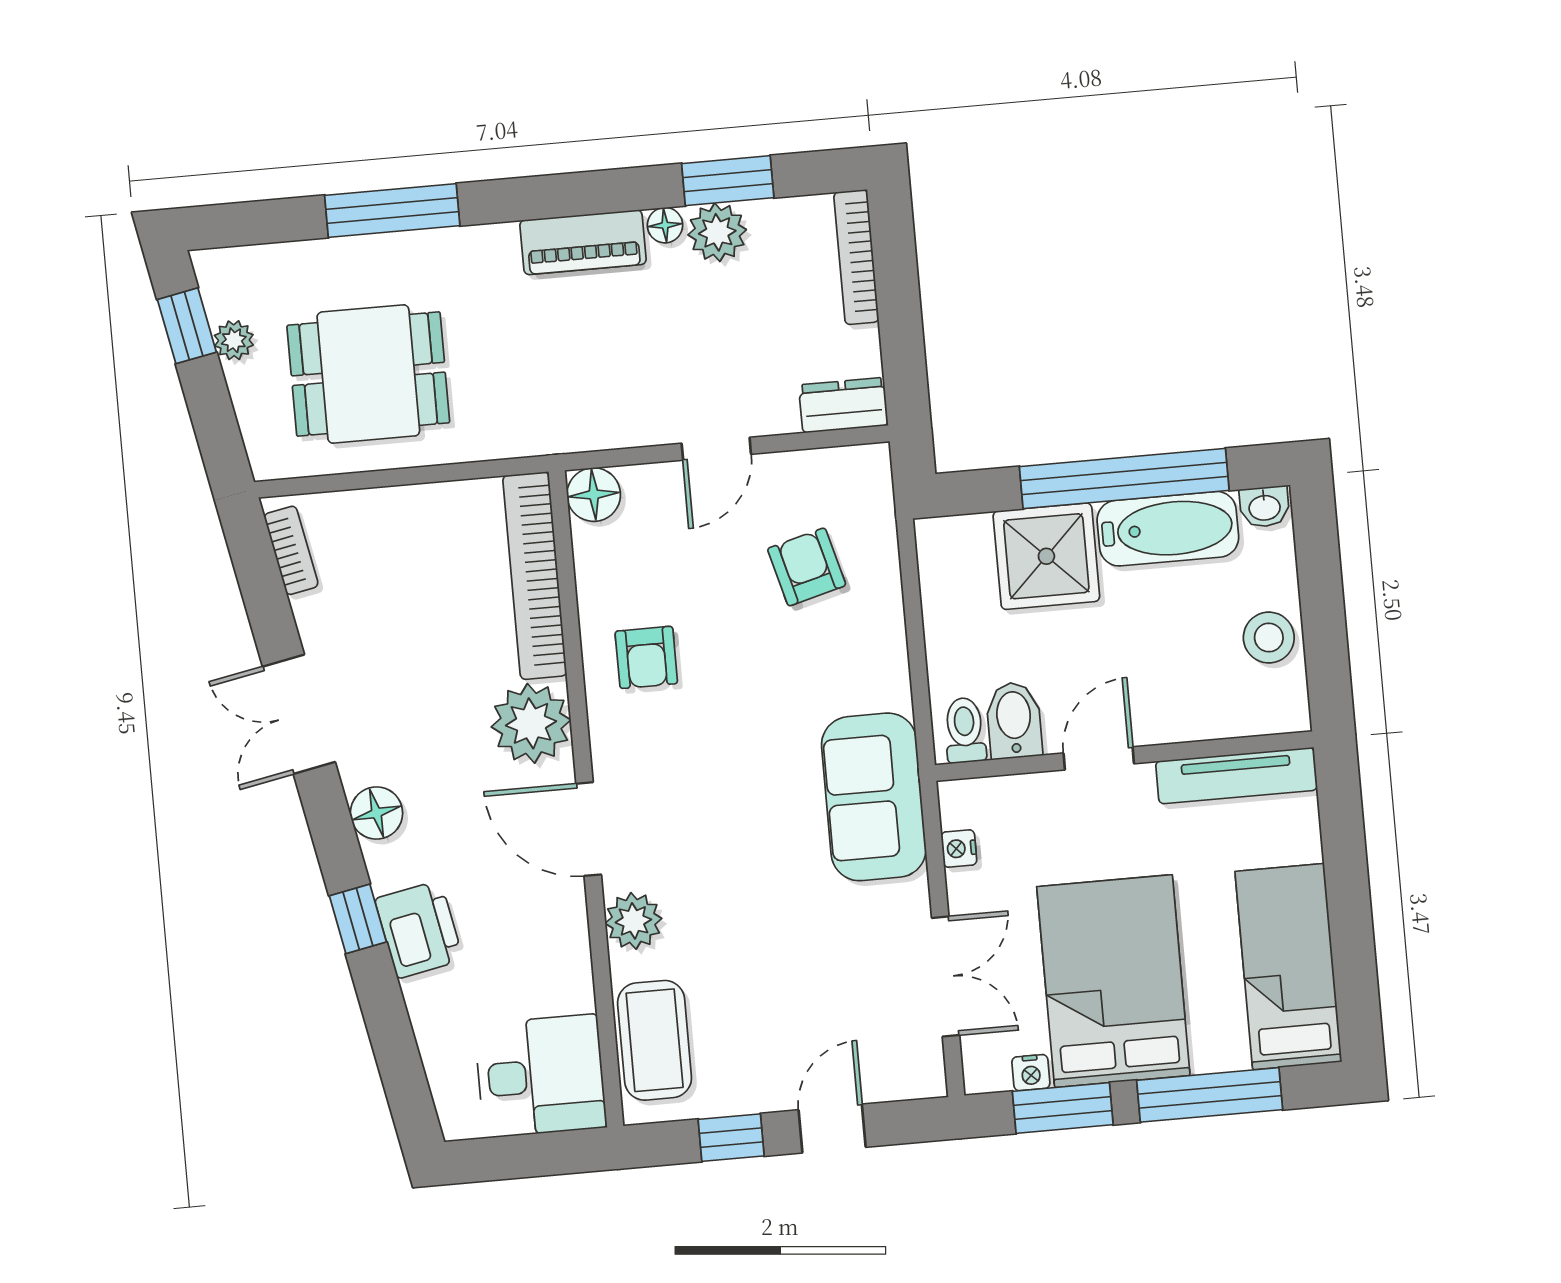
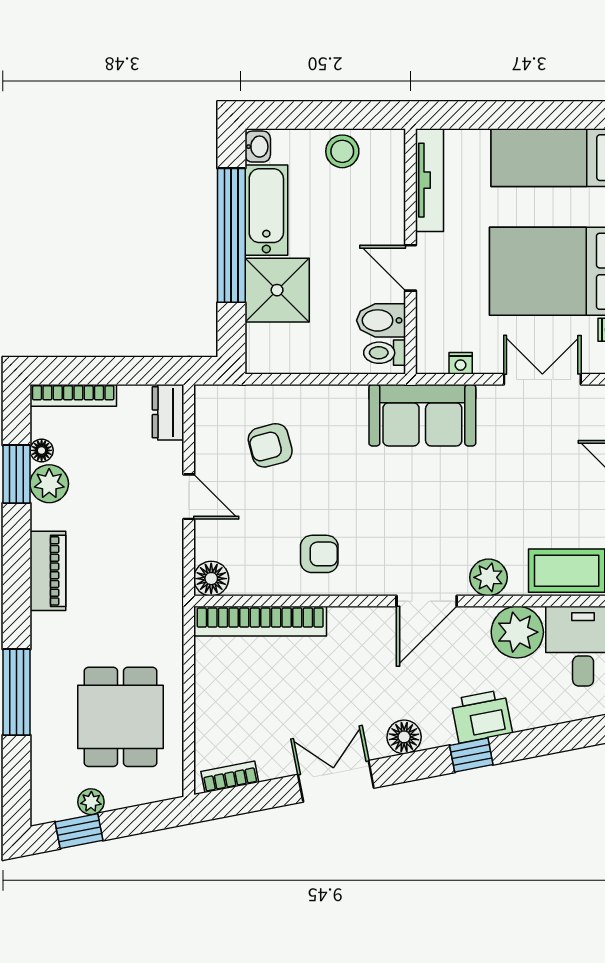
floor lamp: (665, 225) -> (42, 450), moved
double door: (299, 714) -> (336, 781), swing flipped
plant: (531, 723) -> (517, 632), moved

